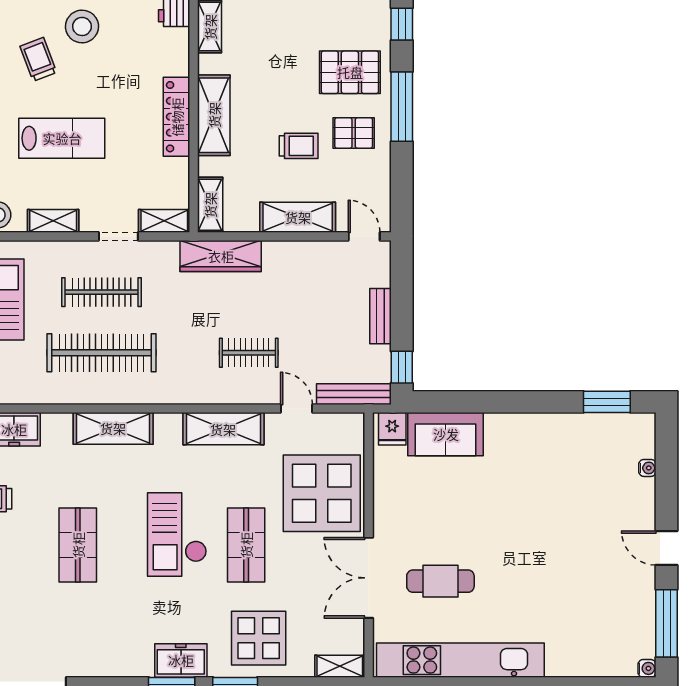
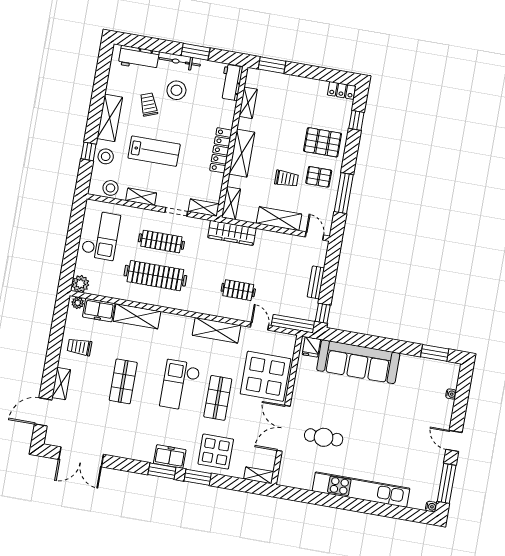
window: (402, 107) -> (344, 193), moved
shelving: (113, 428) -> (137, 316), moved
sofa: (446, 434) -> (358, 362), width x1.85, depth x1.27
kitchen unit: (460, 660) -> (361, 490), moved

